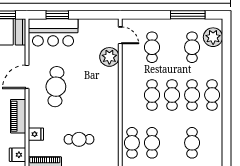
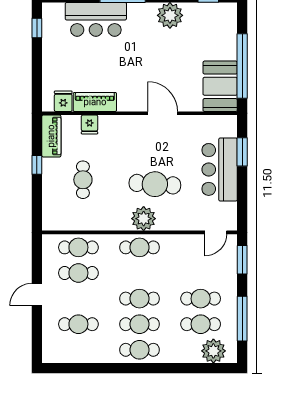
window: (142, 15) -> (242, 260), added
bar counter: (53, 32) -> (220, 169), moved
cafe table: (152, 47) -> (201, 299), moved
plant: (109, 57) -> (144, 219), moved
cafe table: (56, 87) -> (155, 184), moved
cafe table: (152, 95) -> (140, 247), moved
piano: (18, 116) -> (95, 102), moved

